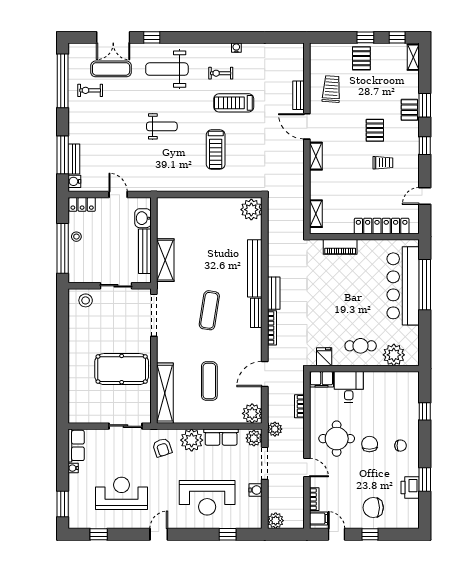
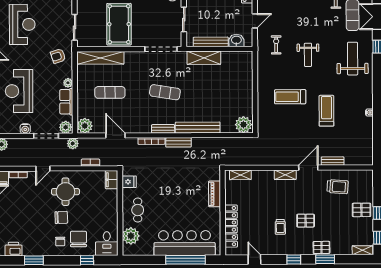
exercise bike: (221, 73) -> (276, 45), moved
desk: (349, 387) -> (107, 244), moved, turned 90
plant: (192, 440) -> (68, 83), width x0.53, depth x0.53
printer: (410, 488) -> (14, 249), moved
chair: (373, 508) -> (78, 239), moved

